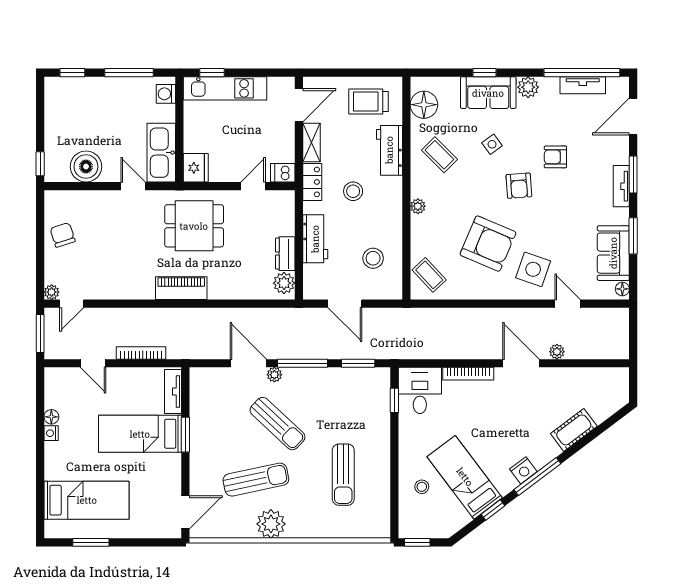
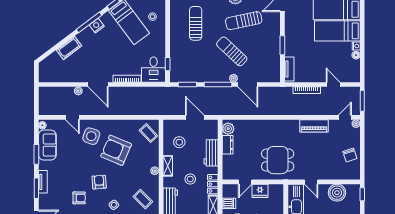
fridge: (196, 168) -> (260, 191), moved, turned -90
dishwasher: (283, 173) -> (229, 203), moved
shelving: (394, 215) -> (168, 166), added
piano: (181, 288) -> (314, 126), moved
bed: (140, 434) -> (337, 31), moved, turned 180

